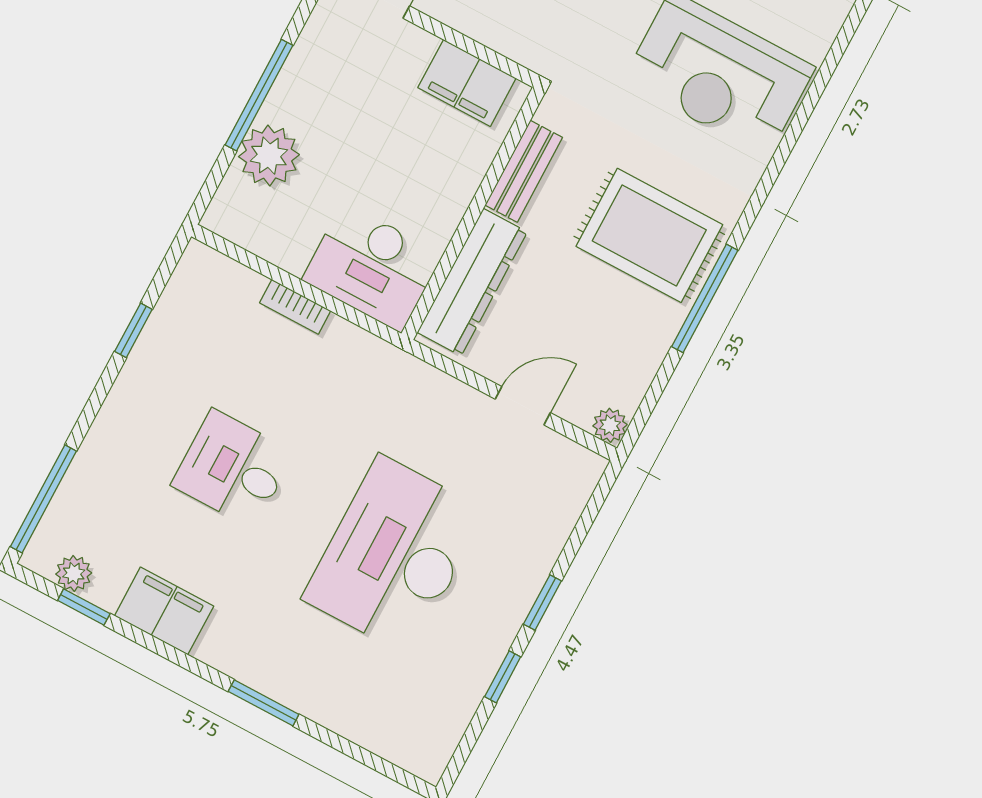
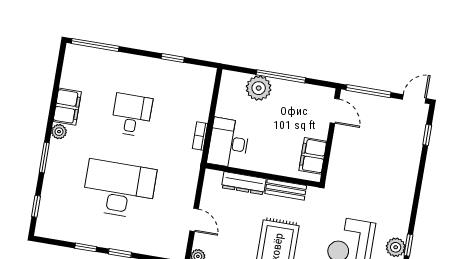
dresser: (472, 282) -> (244, 183), width x0.73, depth x0.80
bookcase: (295, 307) -> (200, 136), moved
plant: (74, 573) -> (59, 132), moved
window: (84, 607) -> (36, 206), moved

